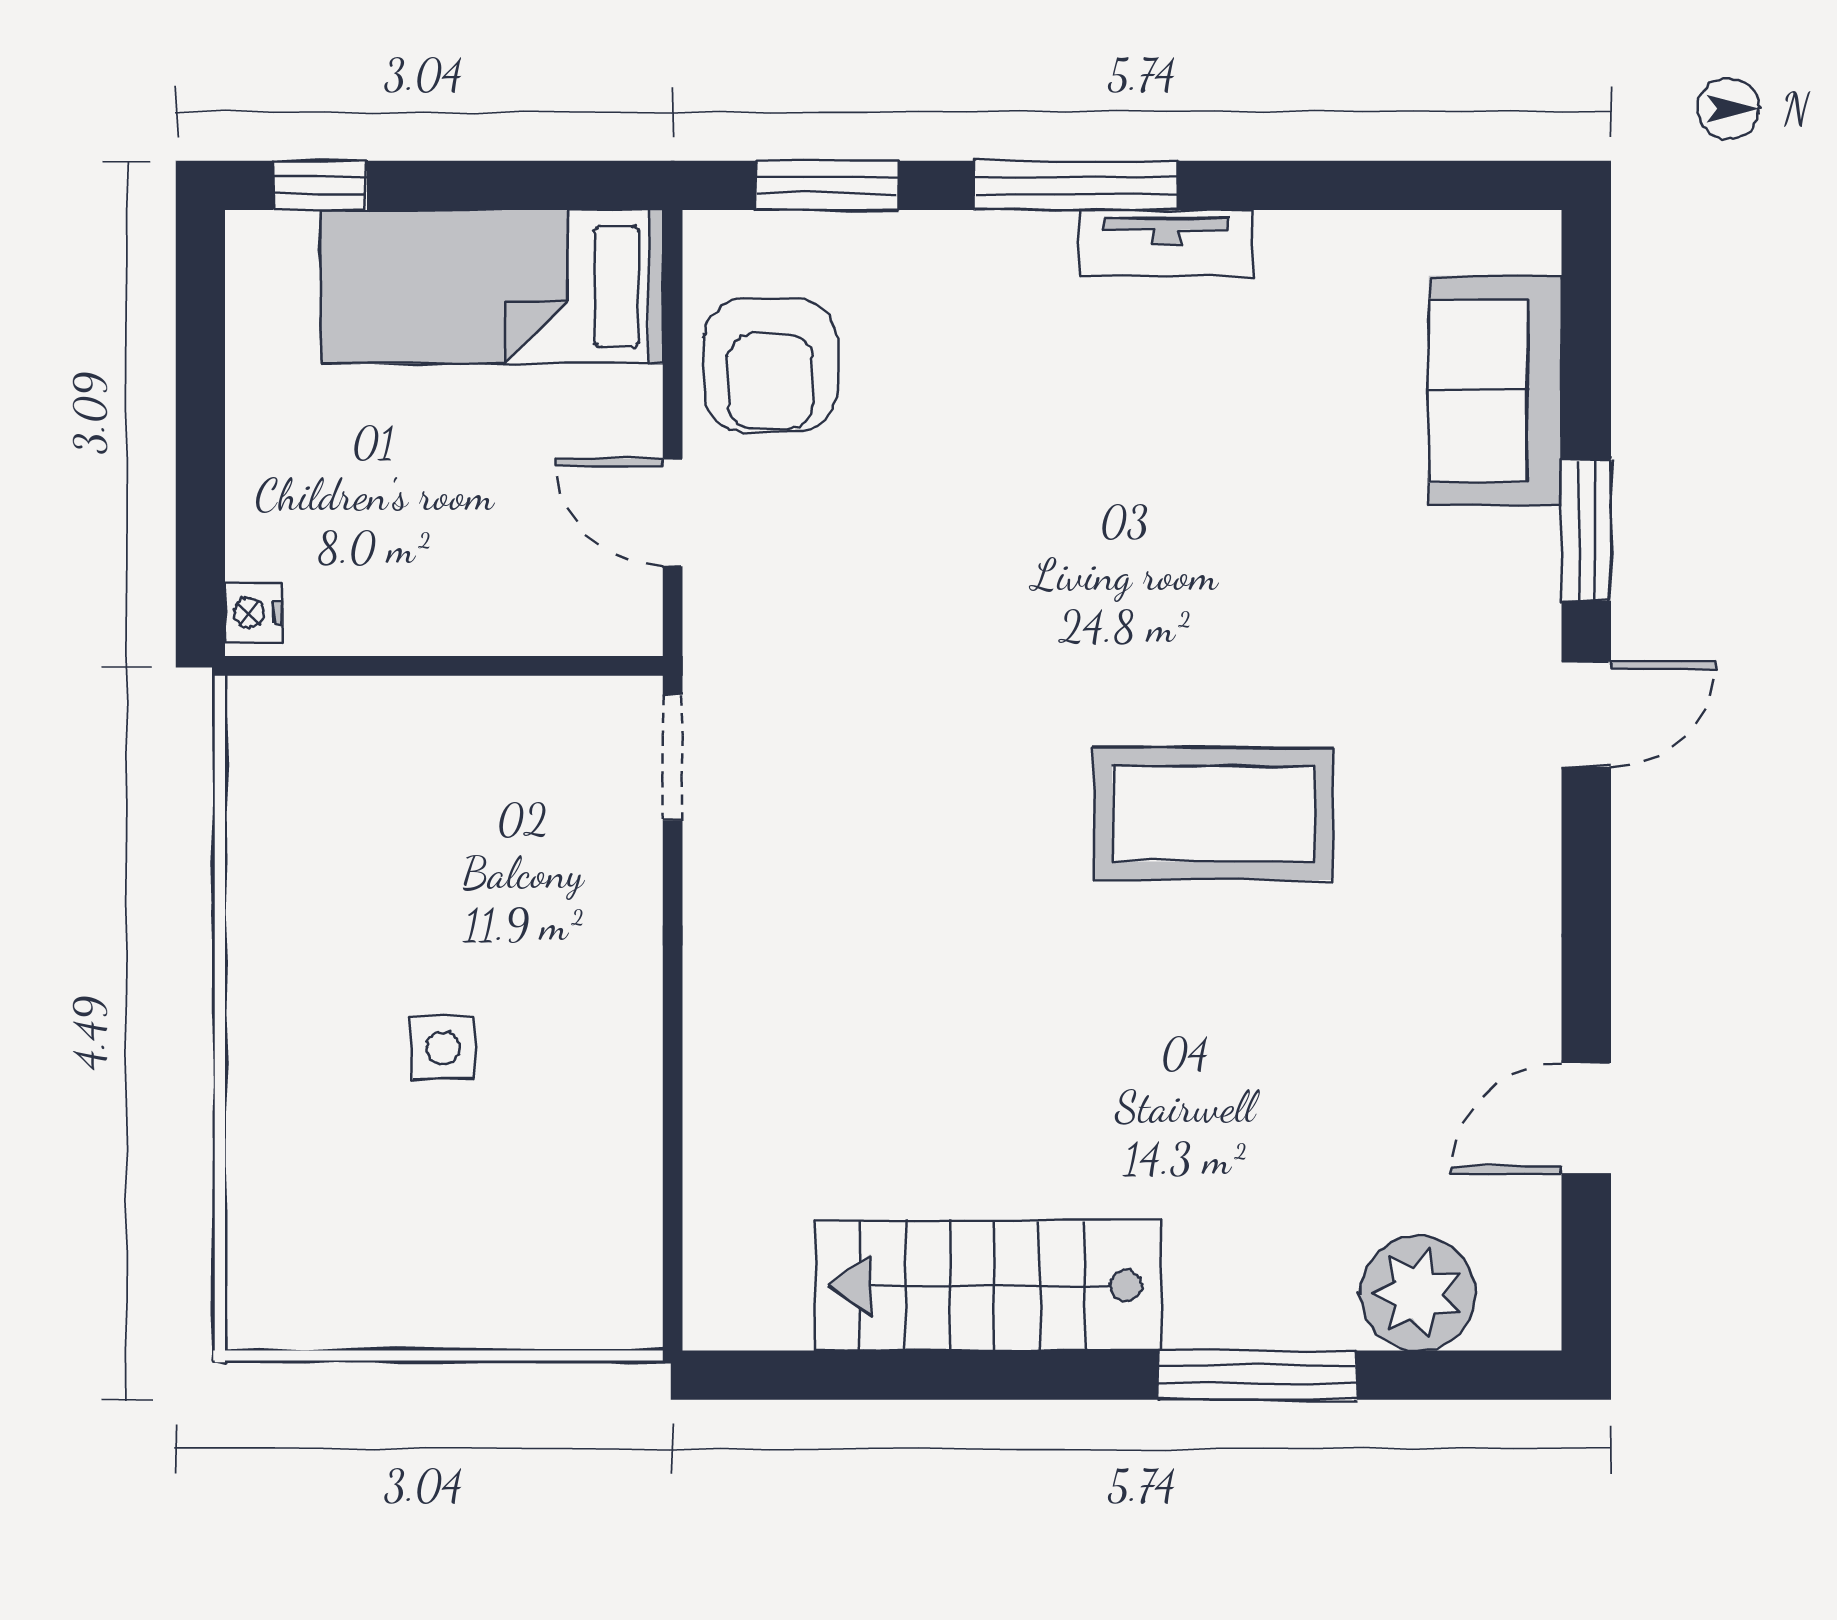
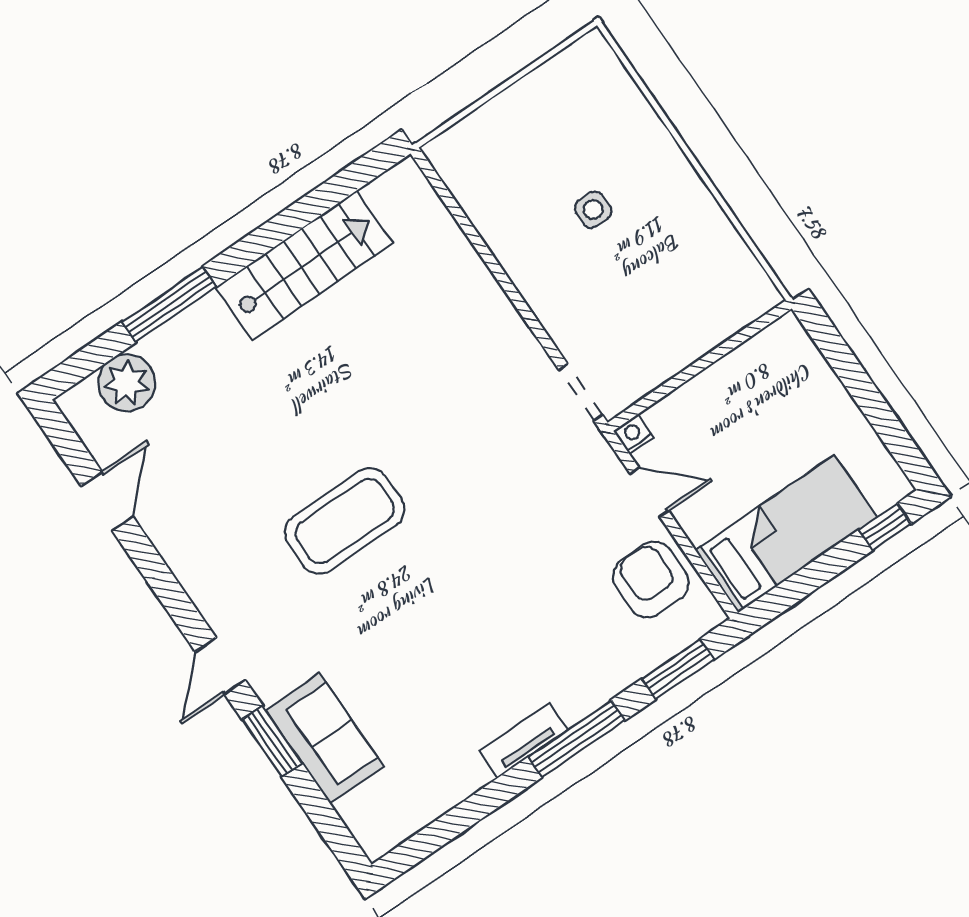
sofa: (1495, 391) -> (325, 738), moved
nightstand: (254, 613) -> (634, 434), moved, turned -90

